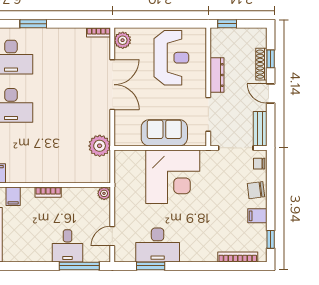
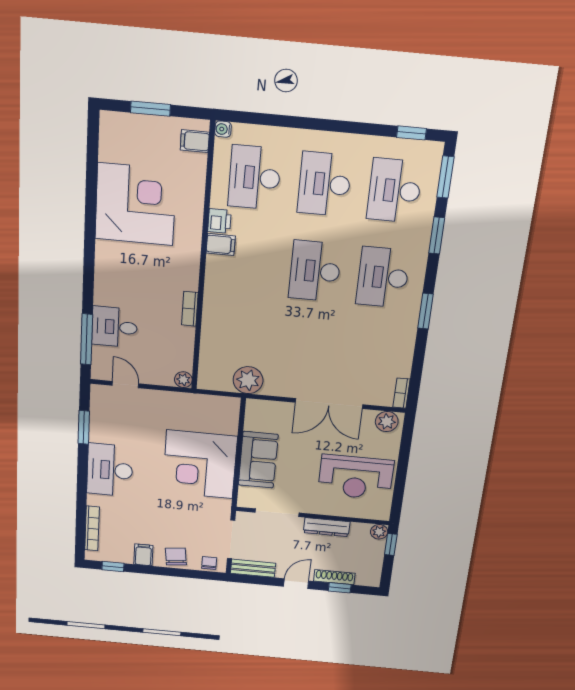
plant: (217, 34) -> (379, 532), added
filing cabinet: (13, 196) -> (187, 262), removed
desk: (158, 245) -> (110, 470), moved

